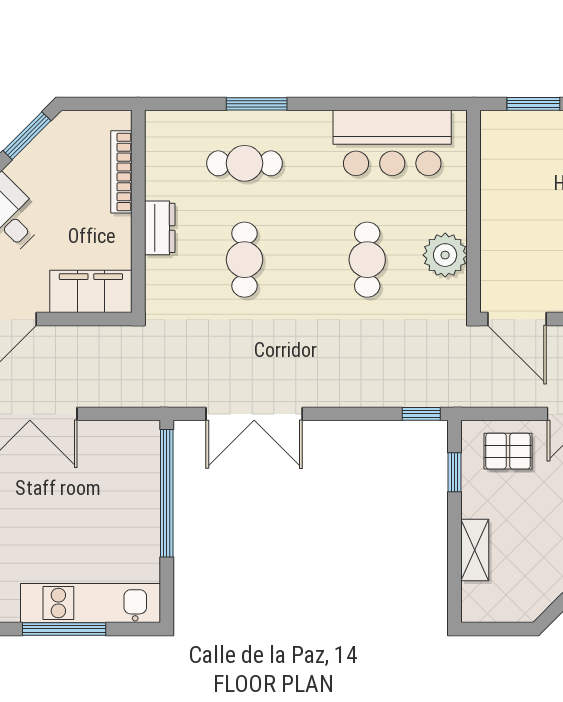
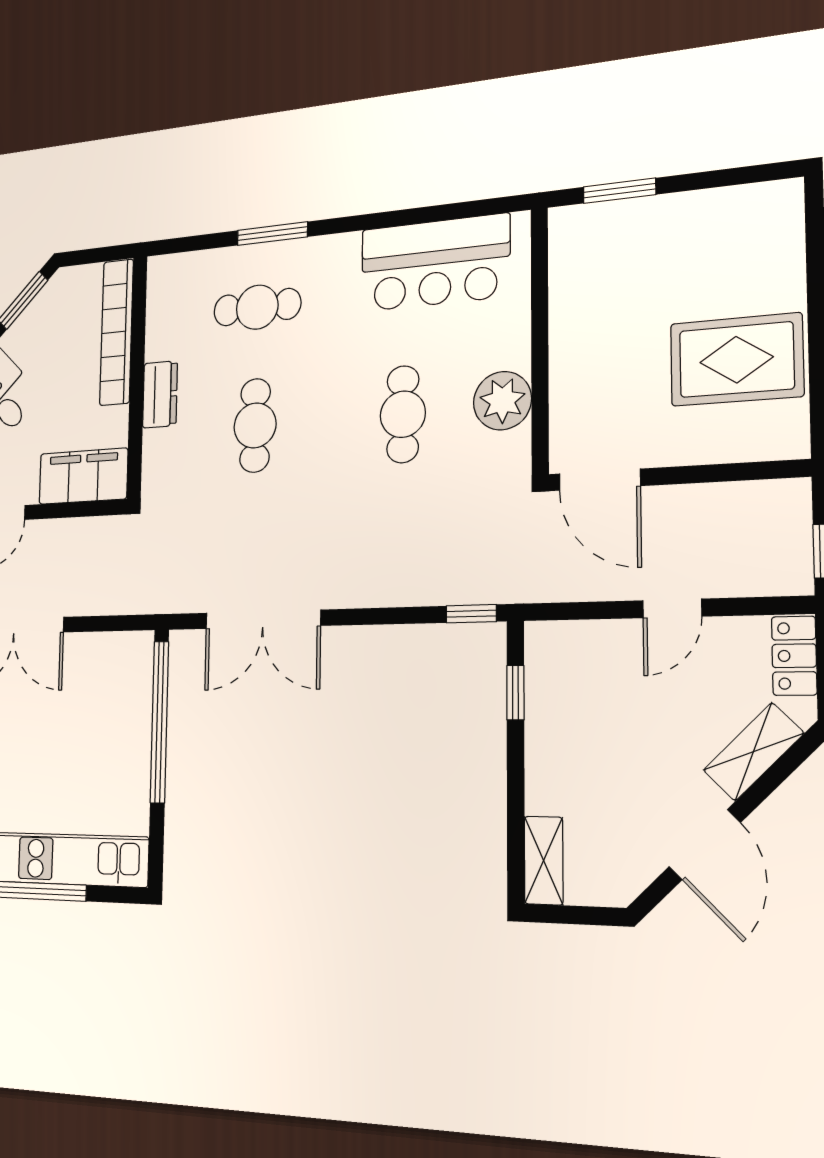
bookcase: (121, 172) -> (117, 332), width x1.48, depth x1.31
pallet: (508, 451) -> (589, 662), removed
shelving: (475, 550) -> (544, 861), moved

